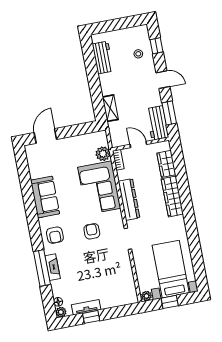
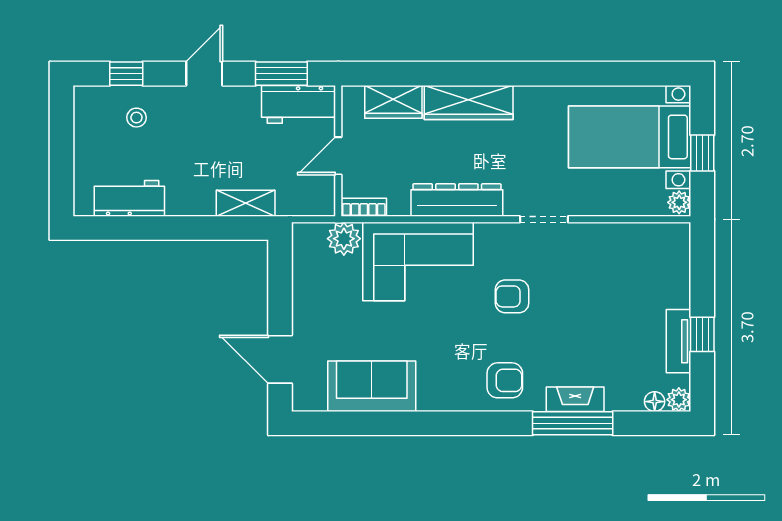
sofa: (45, 197) -> (372, 386), moved

